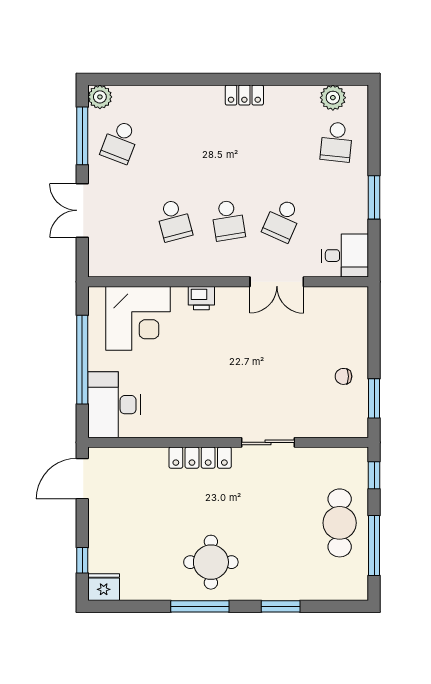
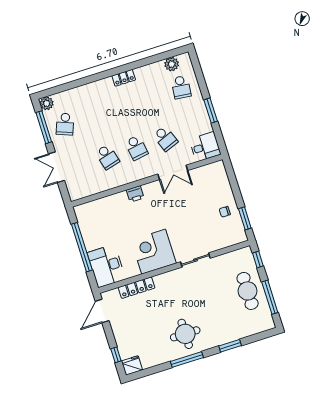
school desk: (282, 220) -> (165, 138), turned -45
corner desk: (138, 318) -> (154, 252), moved, turned 180
locker: (200, 458) -> (137, 288), moved

